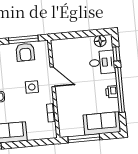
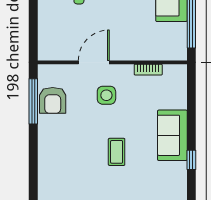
armchair: (25, 52) -> (53, 100), turned 90

